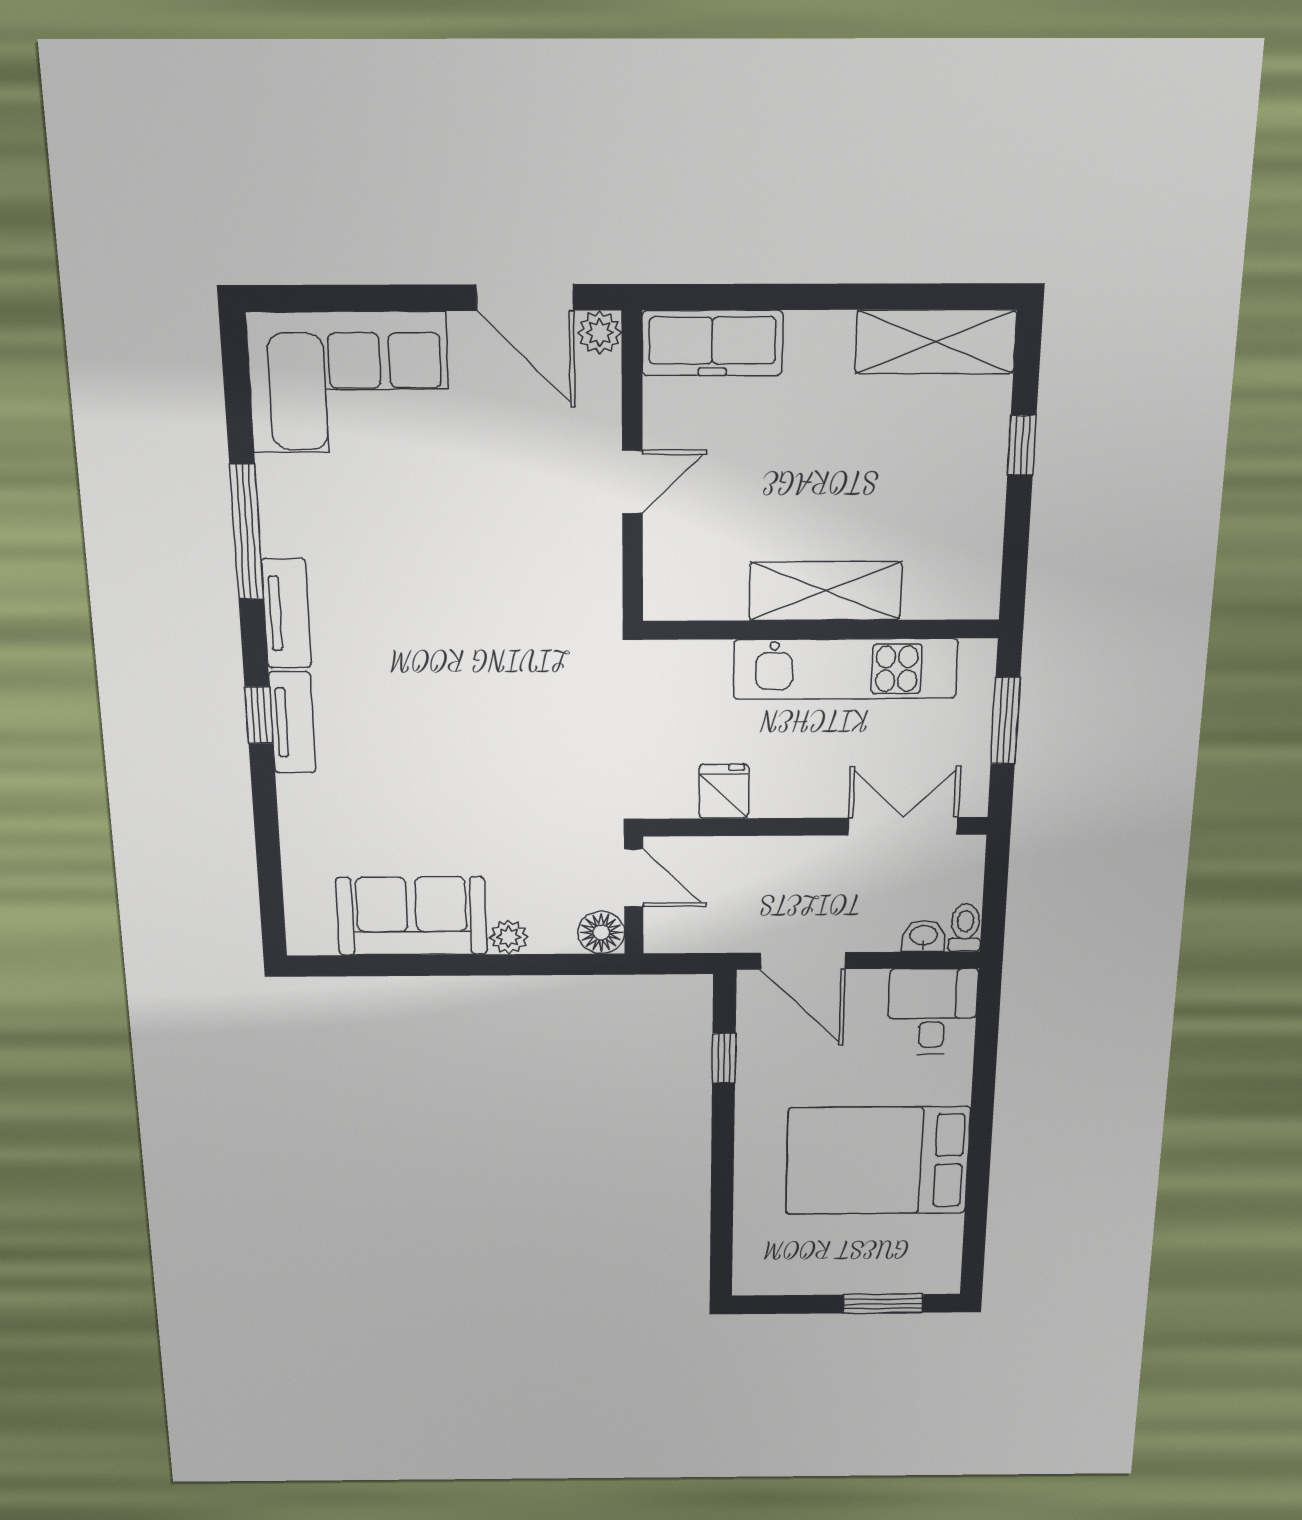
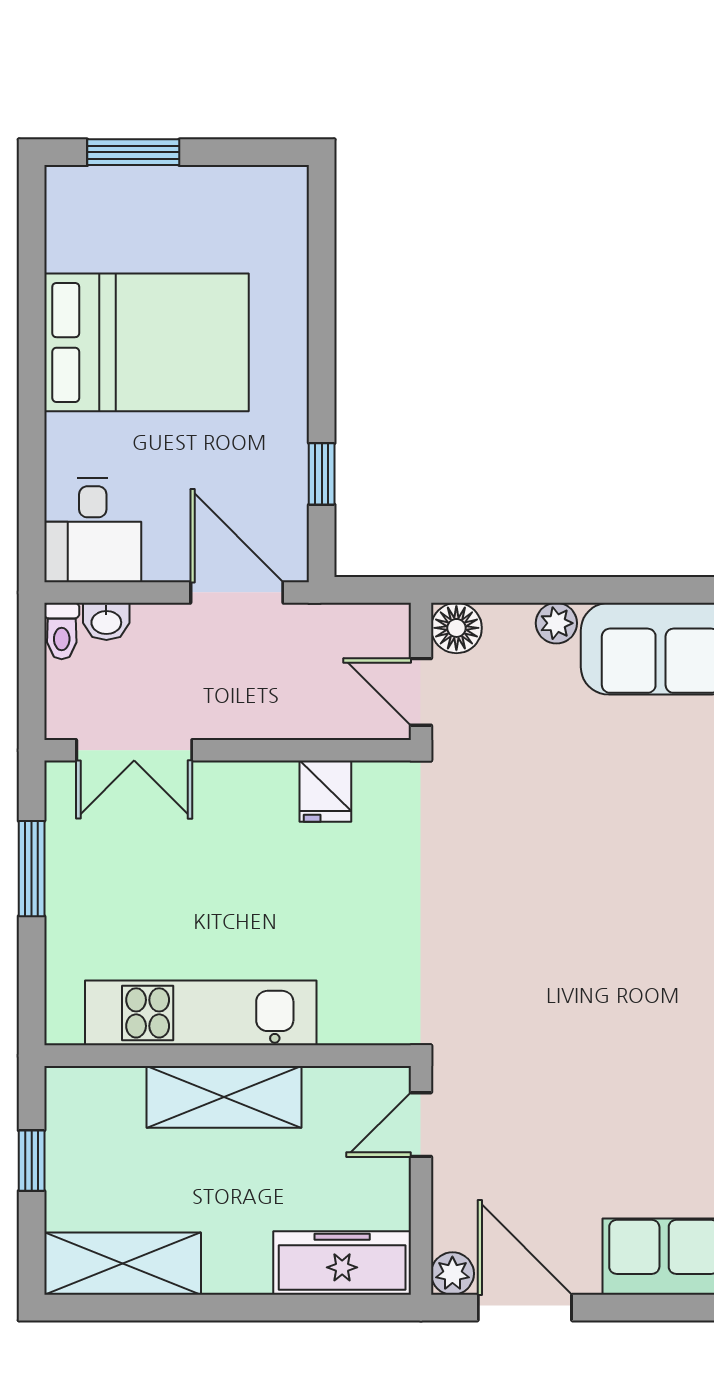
shelving: (825, 591) -> (224, 1097), moved
wall: (821, 630) -> (228, 1056), moved
kitchen unit: (845, 669) -> (201, 1013), moved

